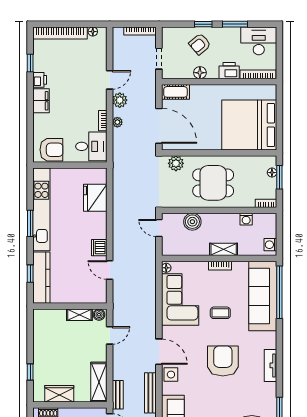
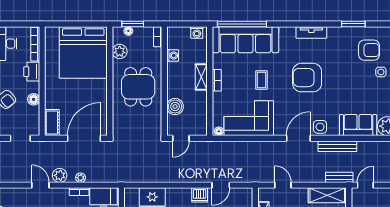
plant: (176, 163) -> (120, 51), moved
boiler: (99, 315) -> (263, 195), removed

